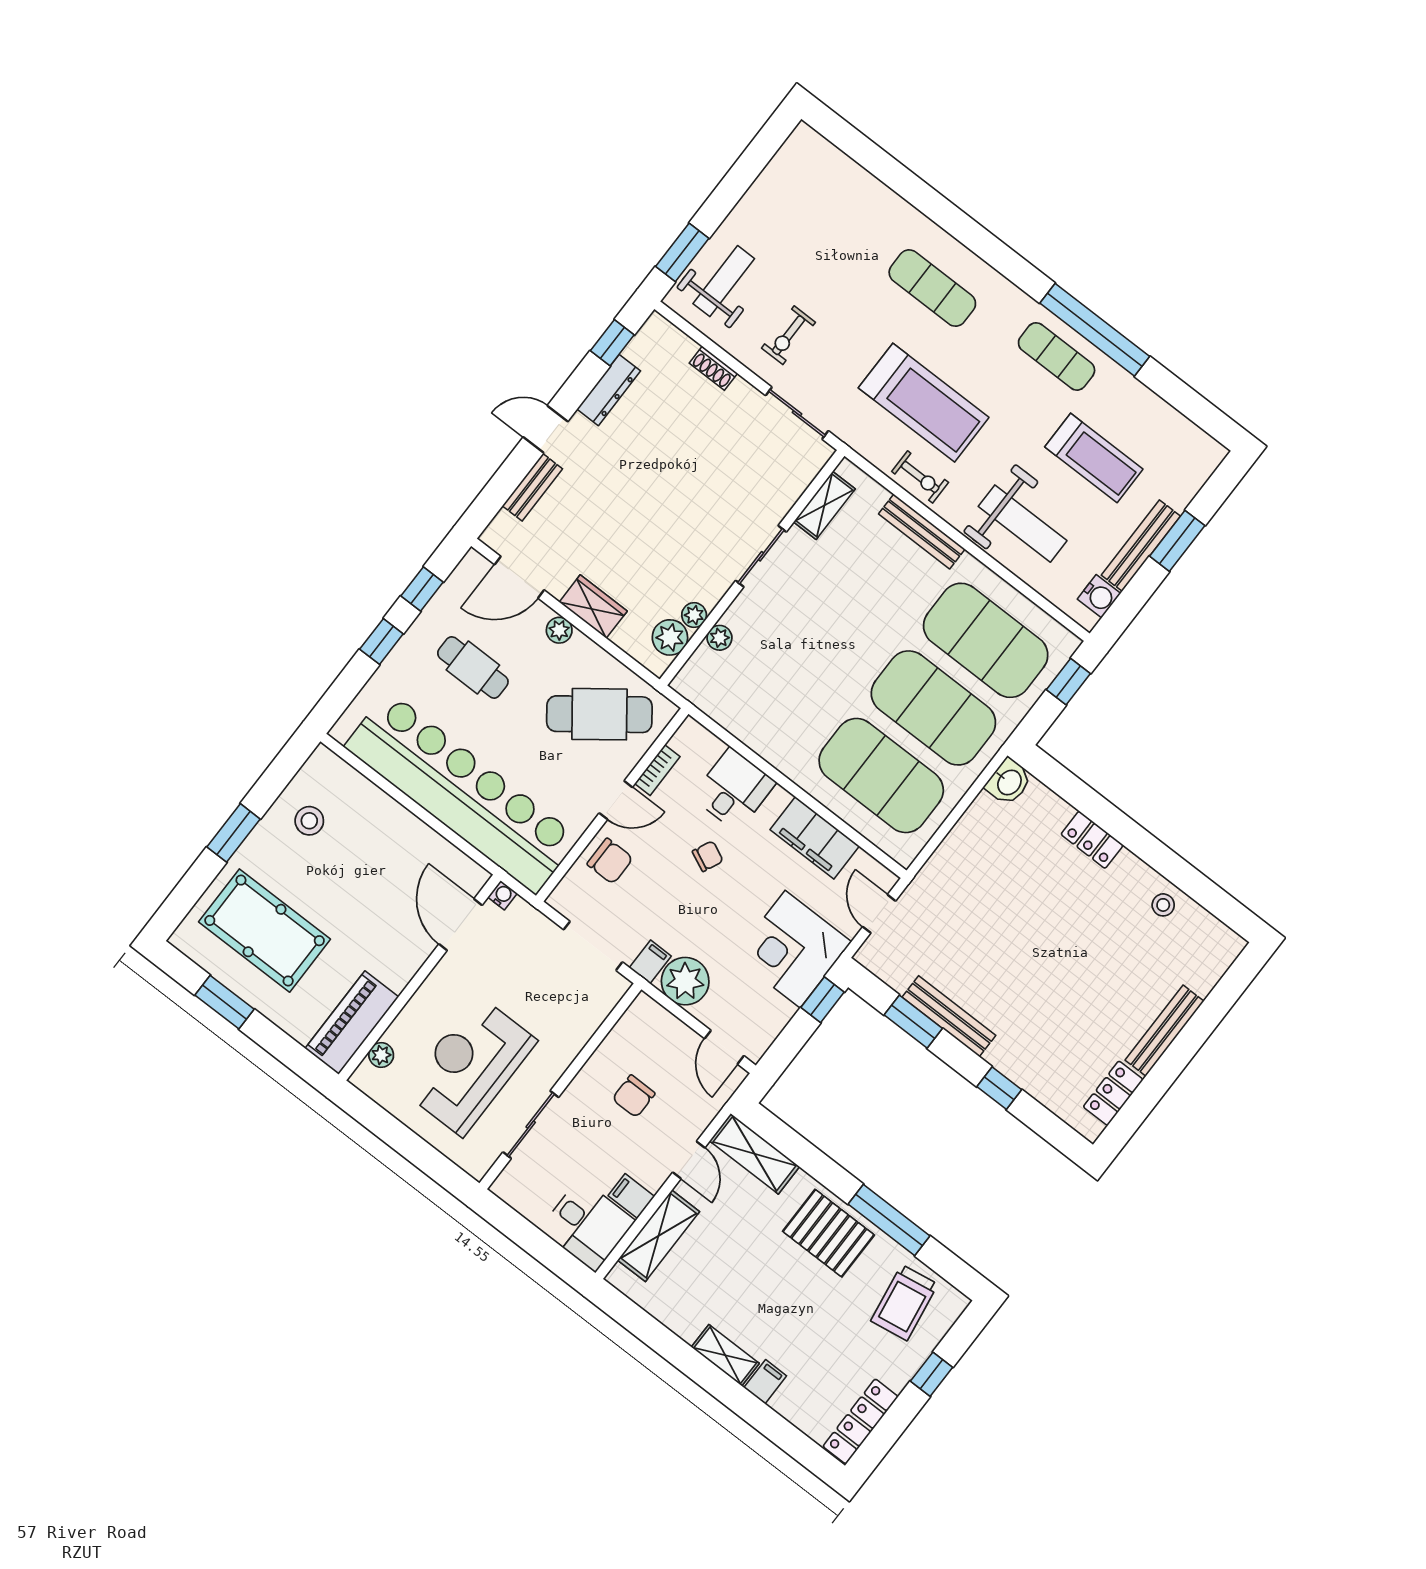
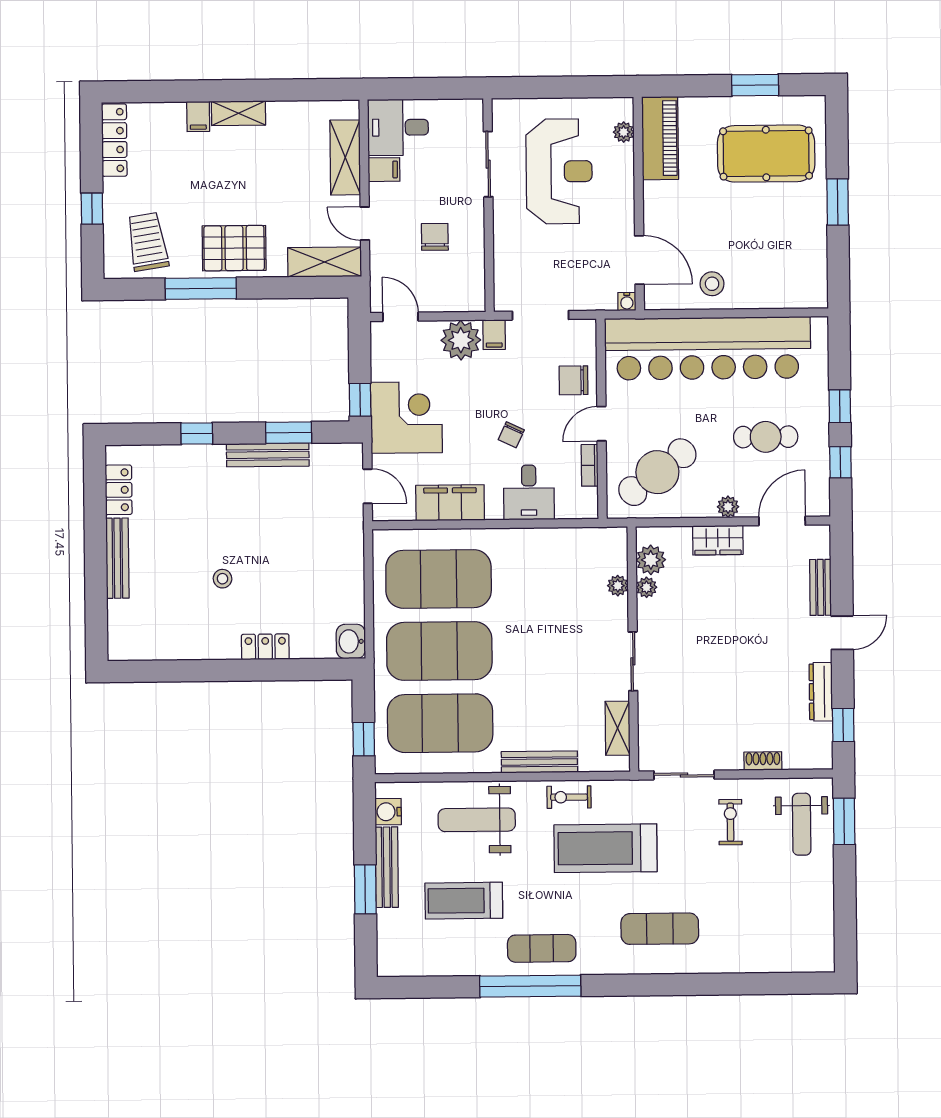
stool: (309, 821) -> (712, 284), moved
stool: (1163, 905) -> (223, 579), moved

